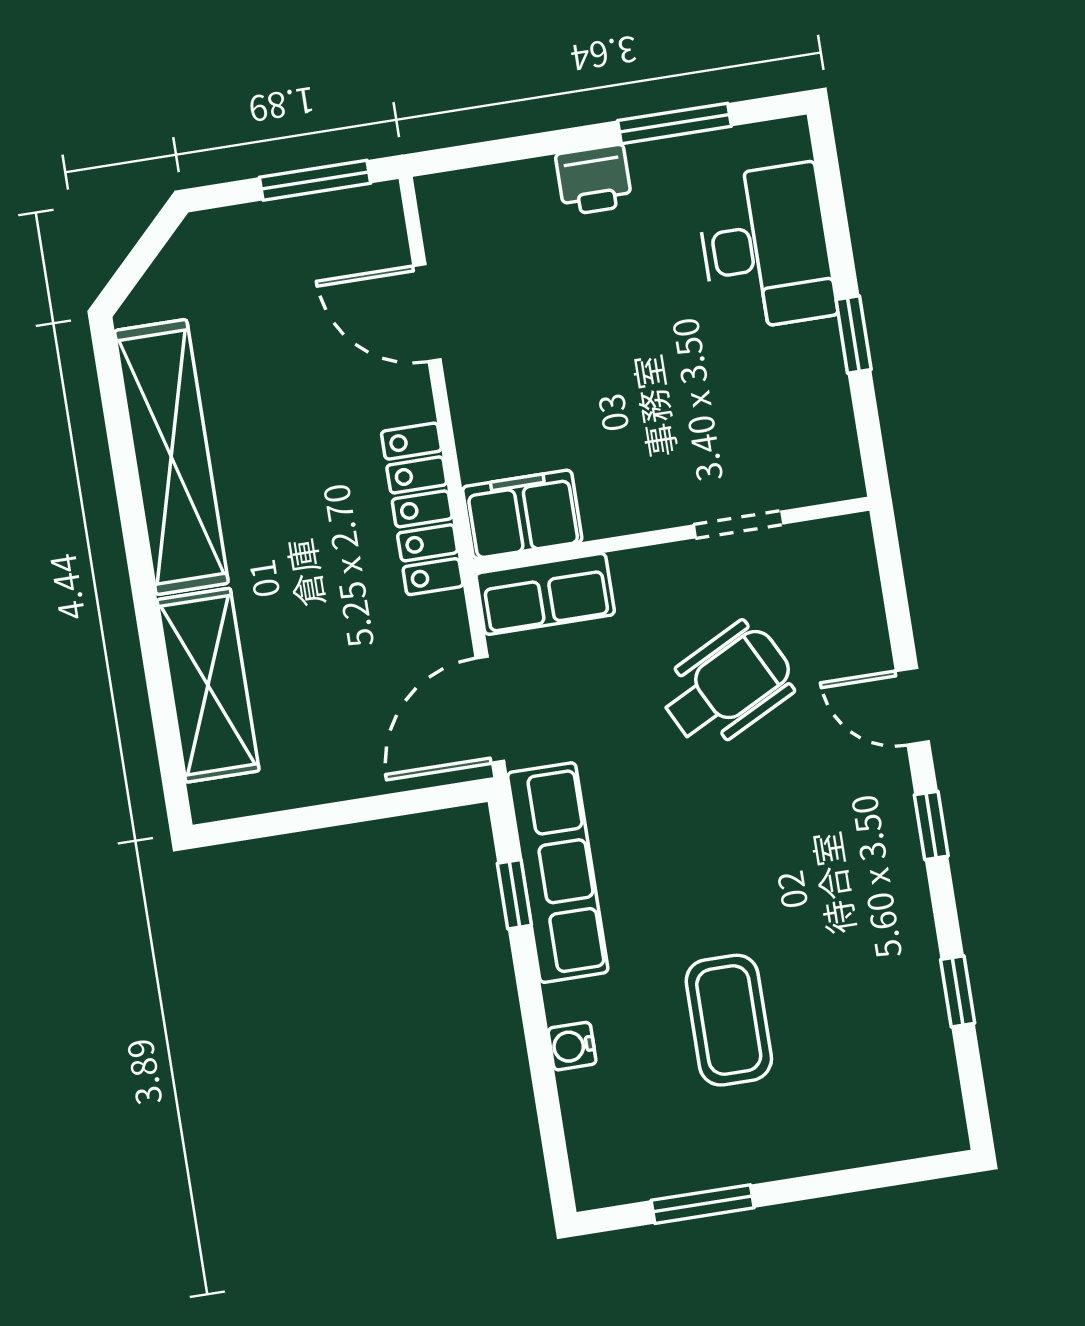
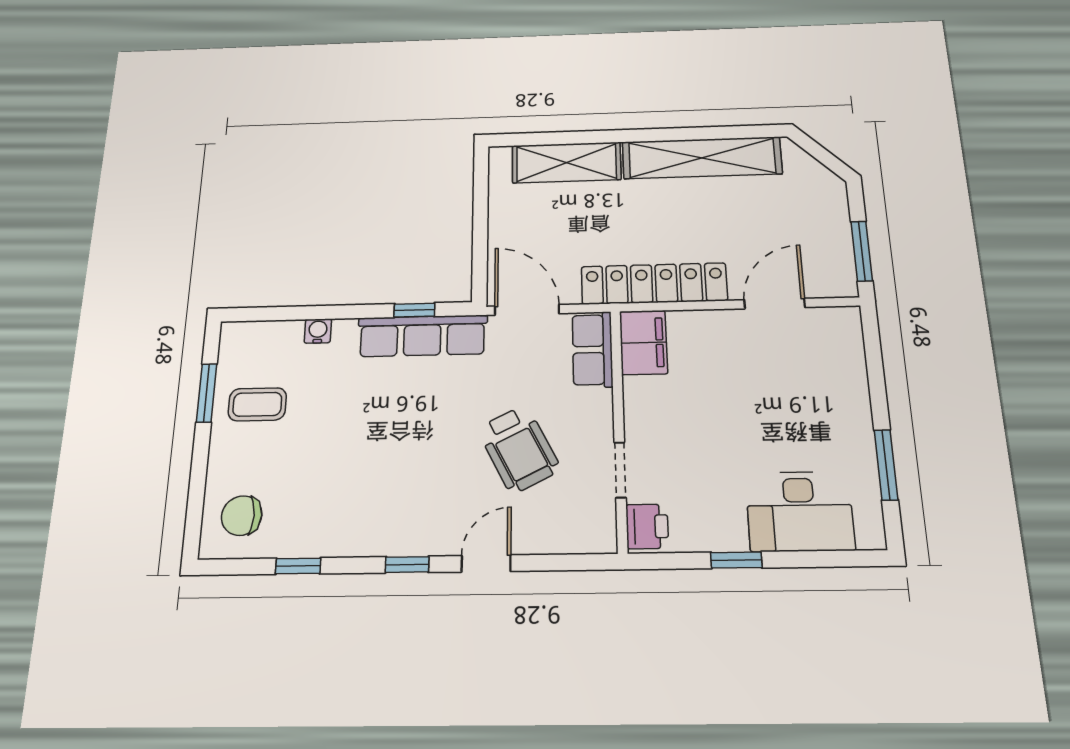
printer: (594, 180) -> (647, 526), moved, turned 180
locker: (422, 509) -> (654, 284), width x1.41, depth x1.21
coffee table: (729, 1020) -> (257, 404), moved, width x0.73, depth x0.77
chair: (893, 1098) -> (242, 516), added

